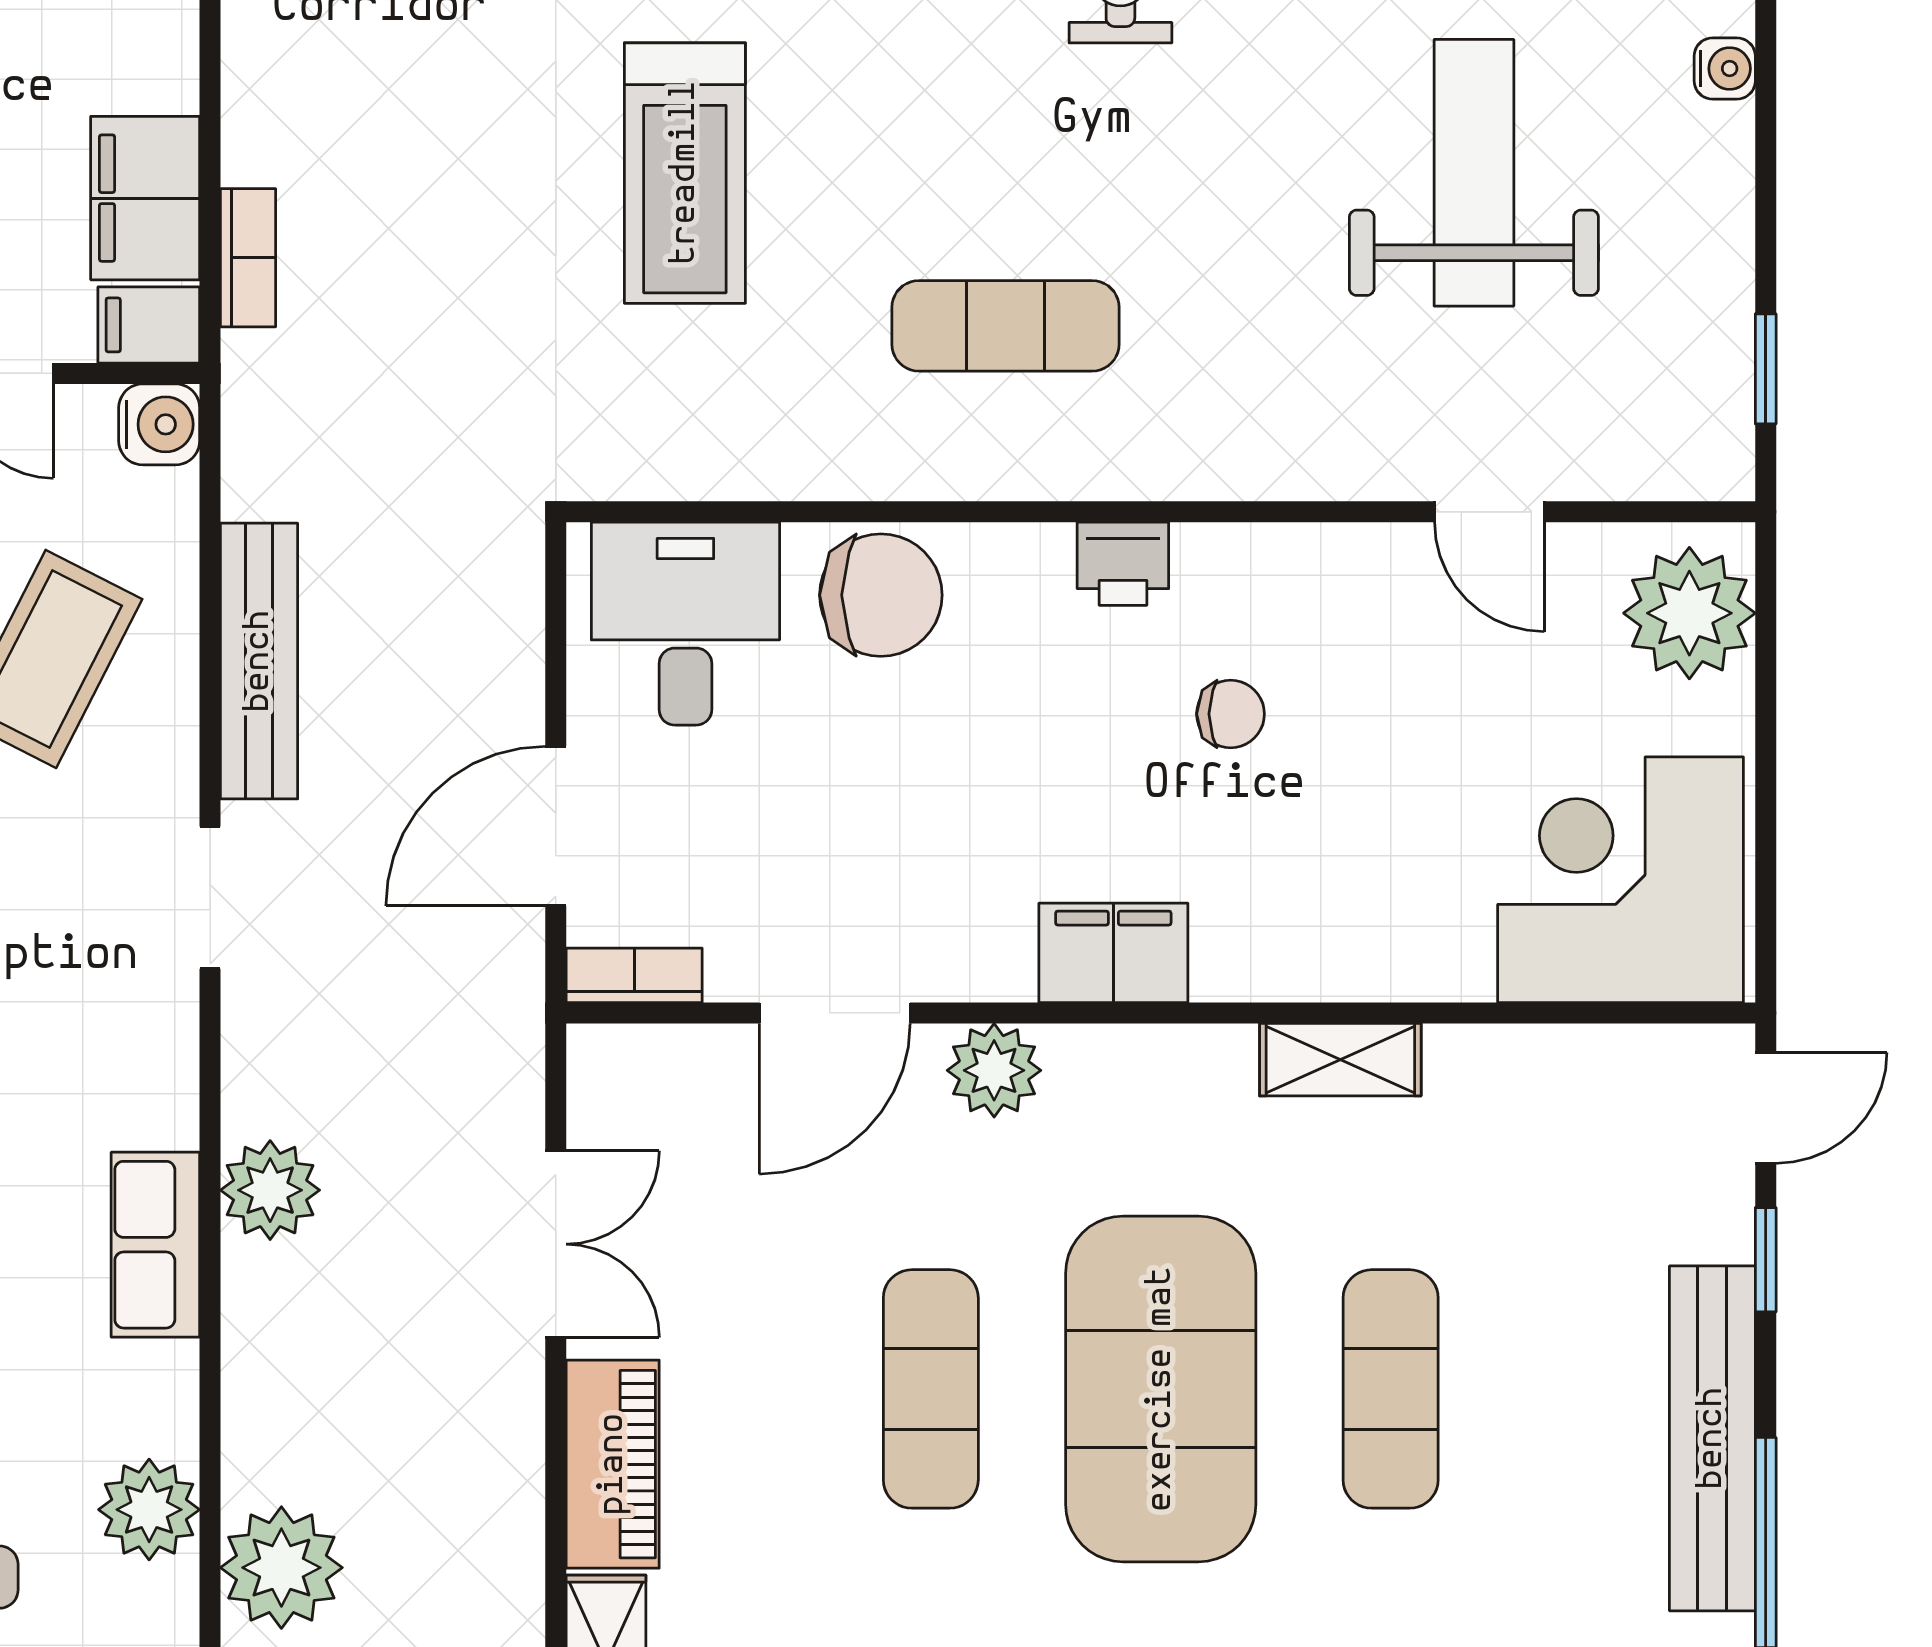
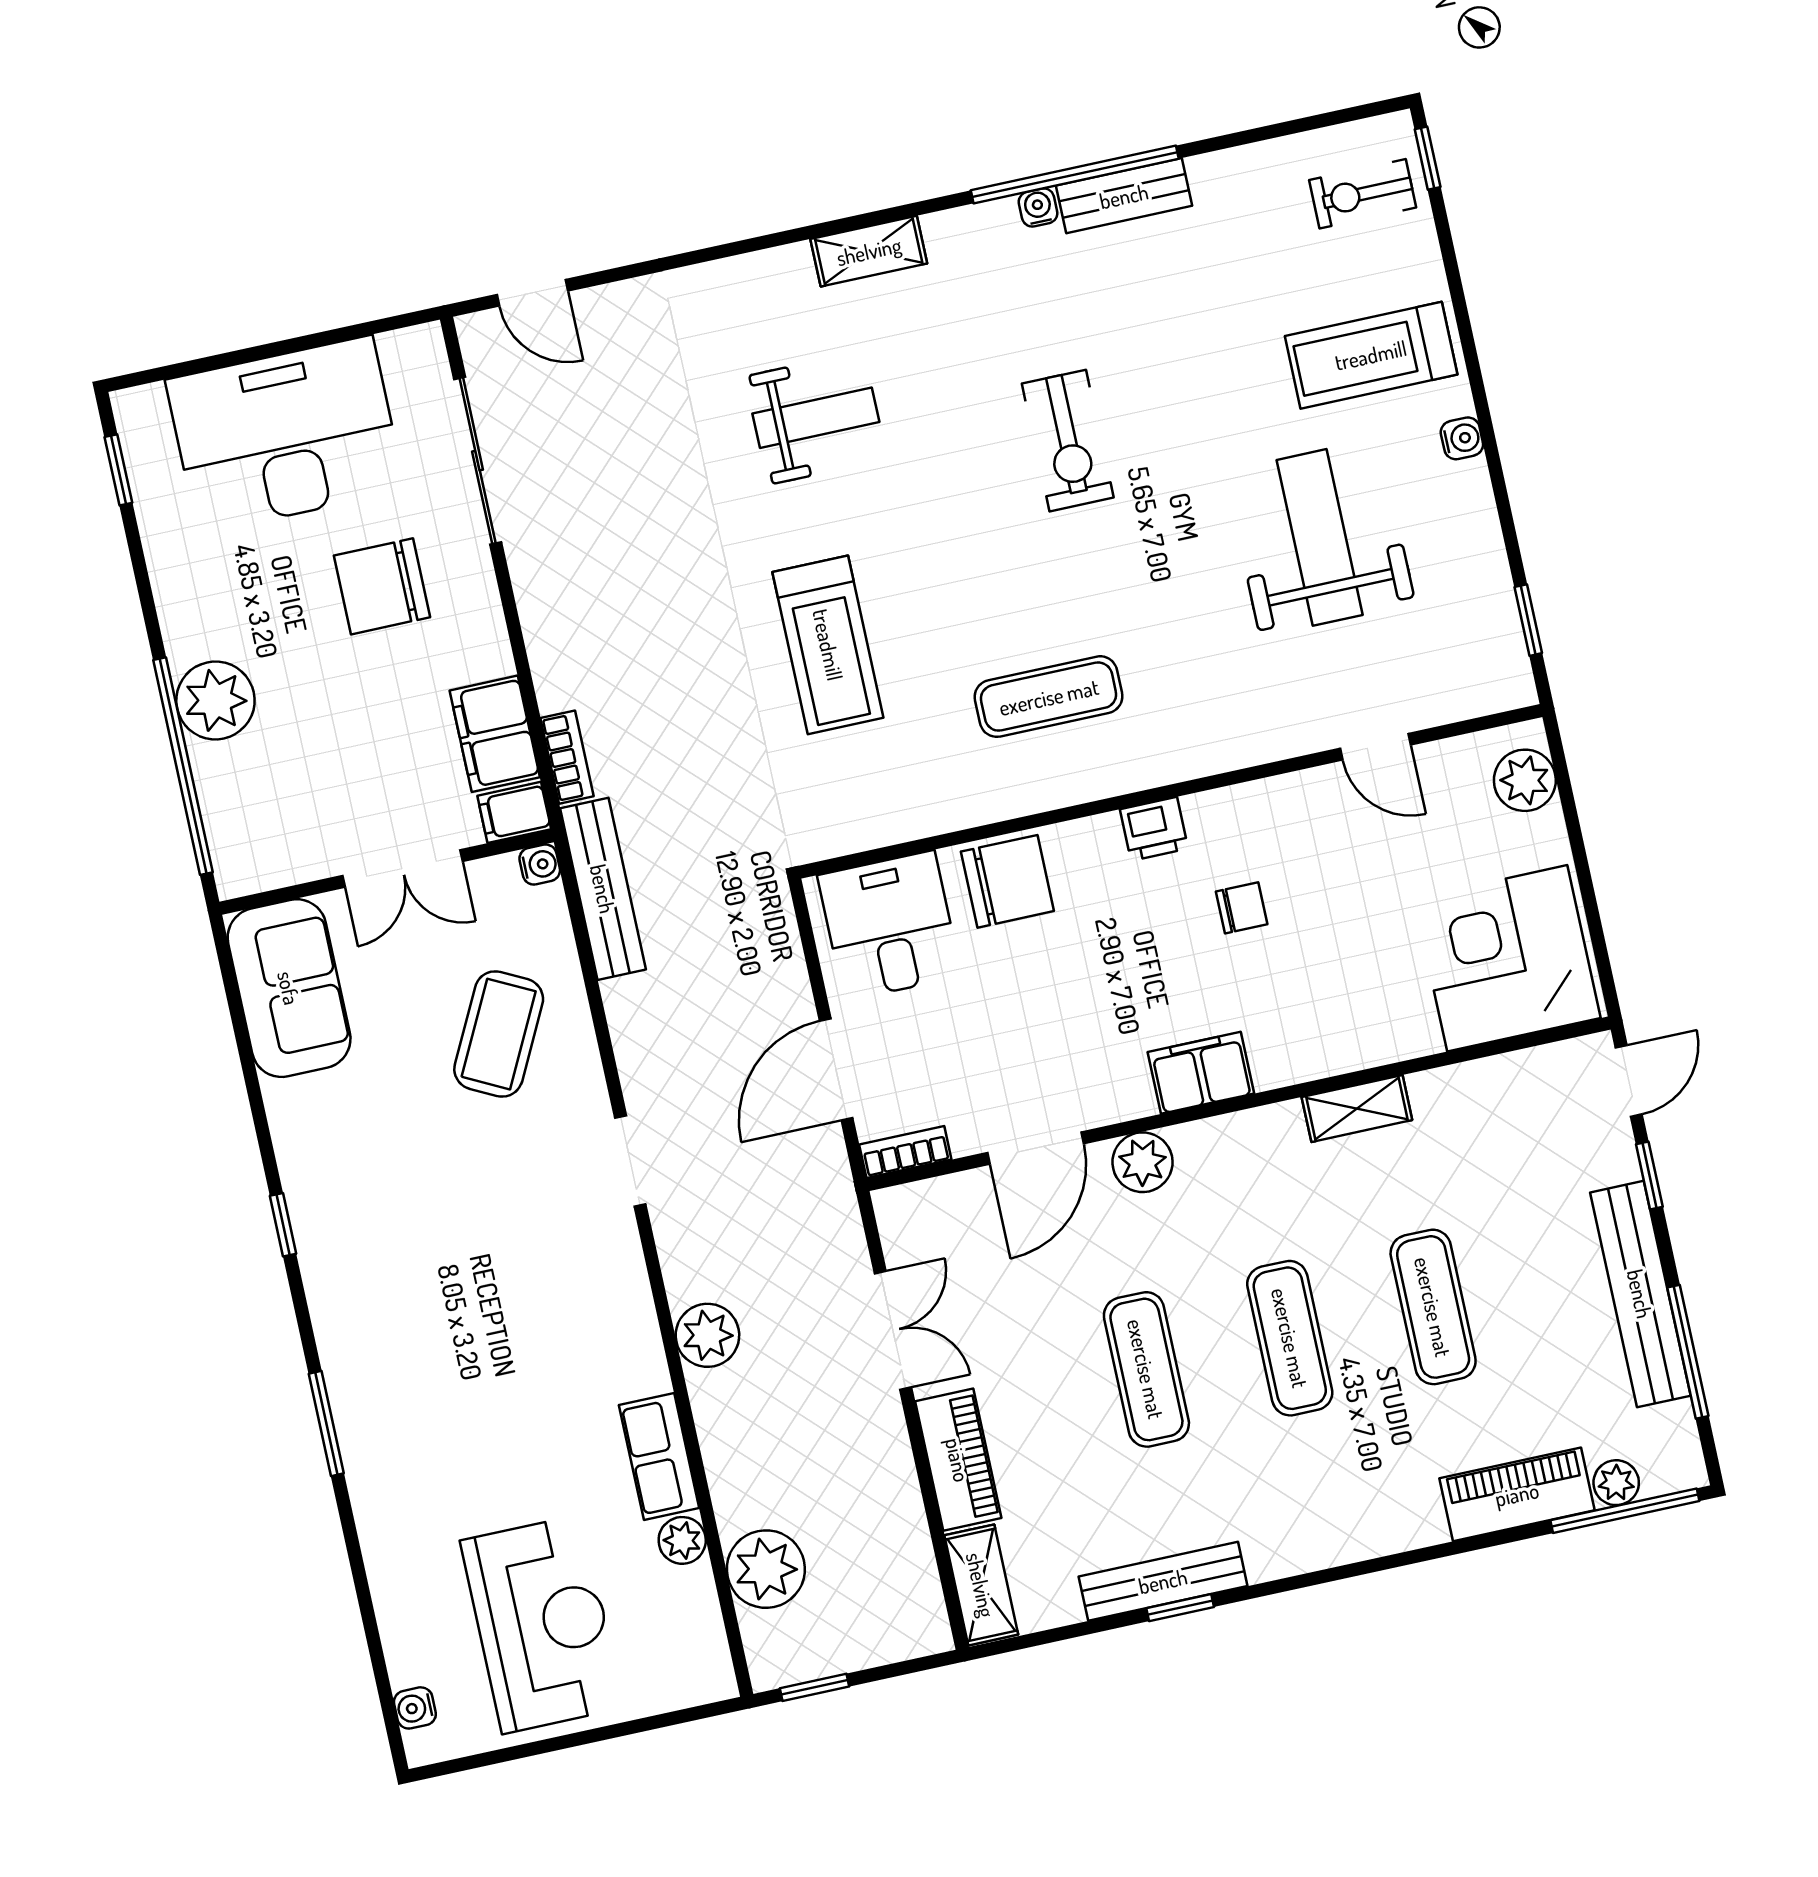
water cooler: (159, 424) -> (540, 865), width x0.72, depth x0.72
plant: (1689, 613) -> (1525, 780), width x0.73, depth x0.73
bench: (259, 661) -> (603, 889), moved
row of seats: (155, 1245) -> (659, 1457), moved
exercise mat: (1161, 1389) -> (1290, 1338), width x0.50, depth x0.69
plant: (149, 1510) -> (682, 1540), width x0.73, depth x0.73

